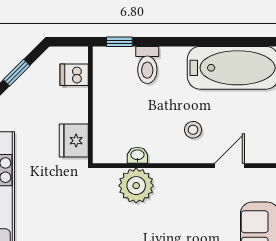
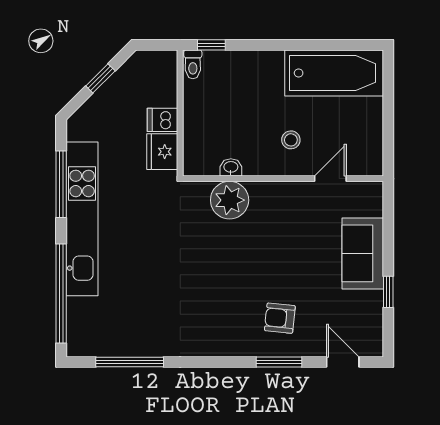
toilet: (147, 65) -> (193, 64), moved, width x0.73, depth x0.72
dishwasher: (74, 75) -> (163, 120), moved

